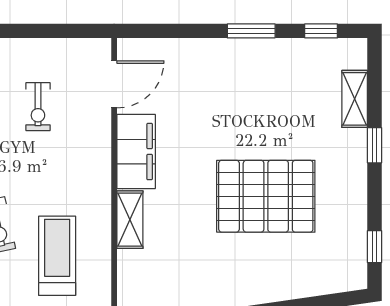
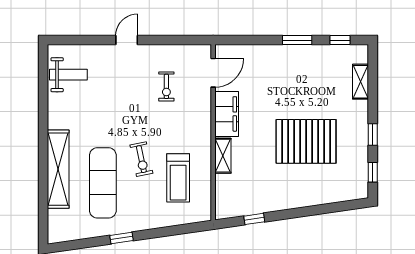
window: (374, 145) -> (373, 135), moved
treadmill: (57, 256) -> (178, 178), turned 180

